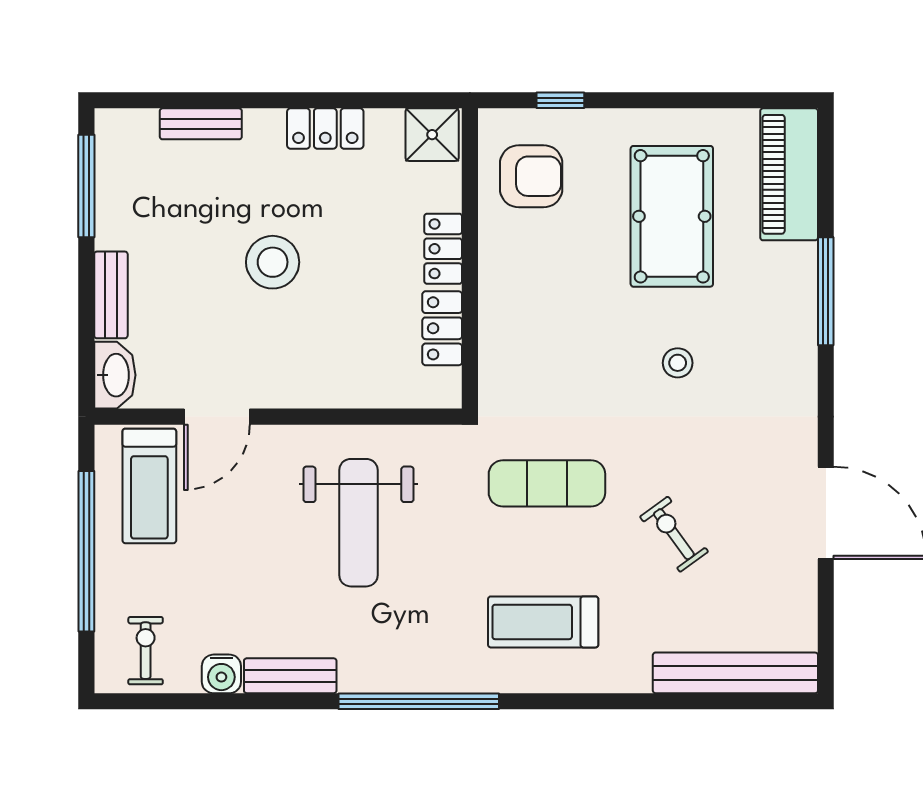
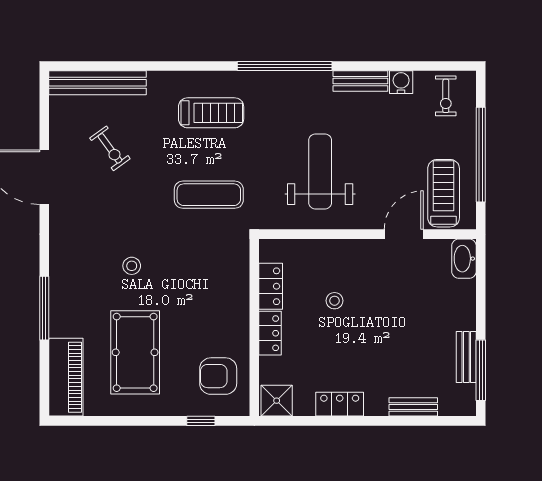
stool: (273, 262) -> (334, 301), moved, width x0.53, depth x0.53
bench: (111, 295) -> (466, 357), moved
exercise bike: (674, 534) -> (110, 148), moved

